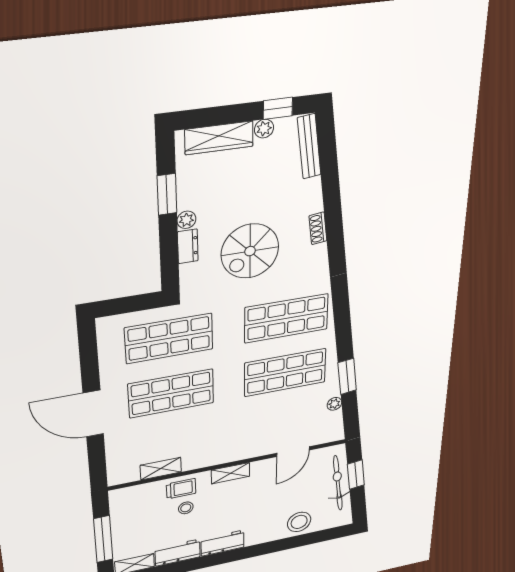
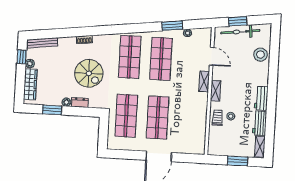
shelving: (161, 469) -> (204, 81), moved
window: (103, 539) -> (237, 161), width x0.69

